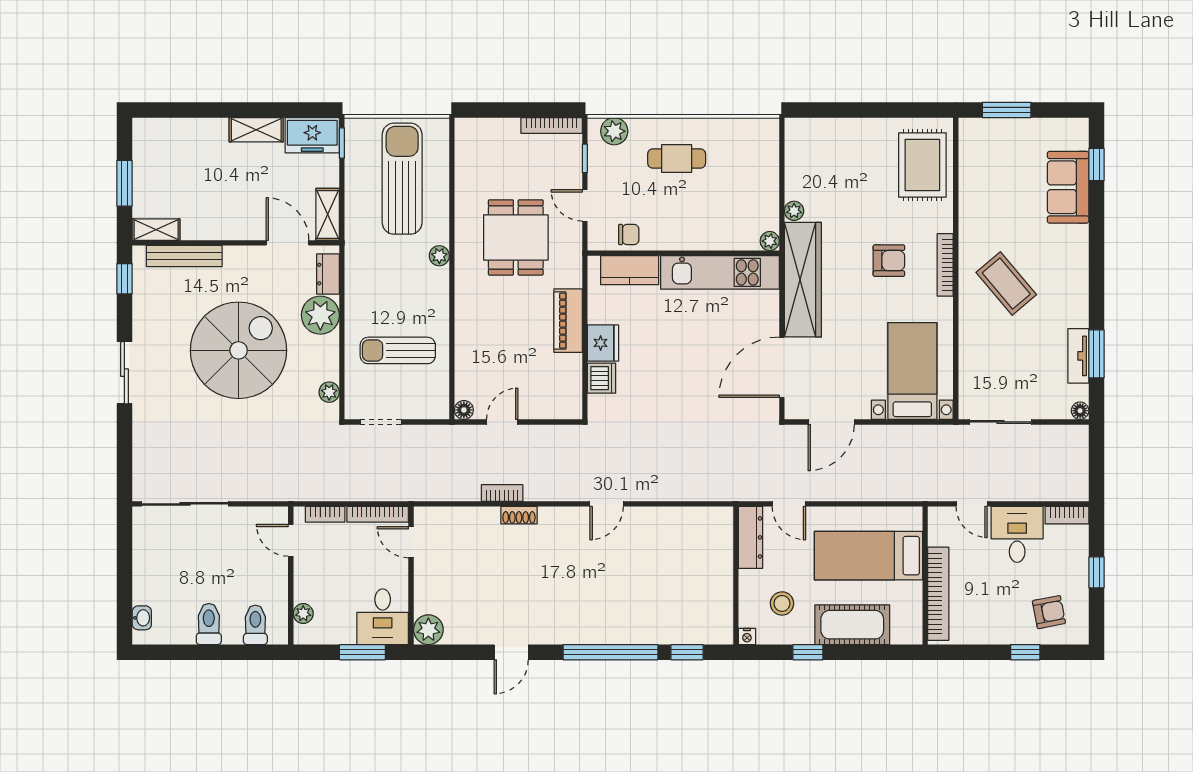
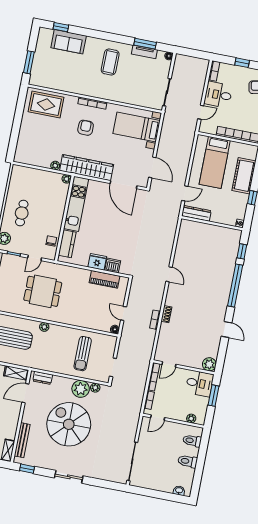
coffee table: (1006, 284) -> (110, 62), moved, turned -50
plant: (320, 315) -> (81, 389), moved
piano: (568, 321) -> (105, 279), moved
stool: (782, 603) -> (228, 205), removed

